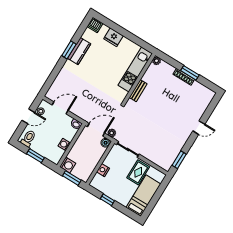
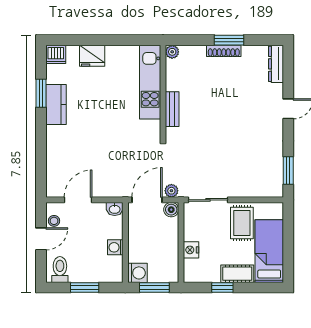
window: (69, 50) -> (41, 93), moved
dresser: (207, 100) -> (276, 64), added
cot: (120, 197) -> (237, 274), added

